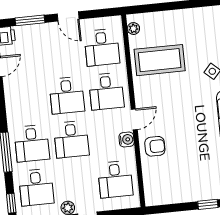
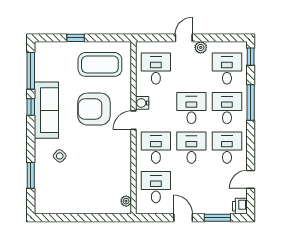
coffee table: (160, 60) -> (100, 64), moved
desk: (27, 99) -> (227, 148), added
armchair: (155, 146) -> (94, 109), moved, width x1.88, depth x1.88

